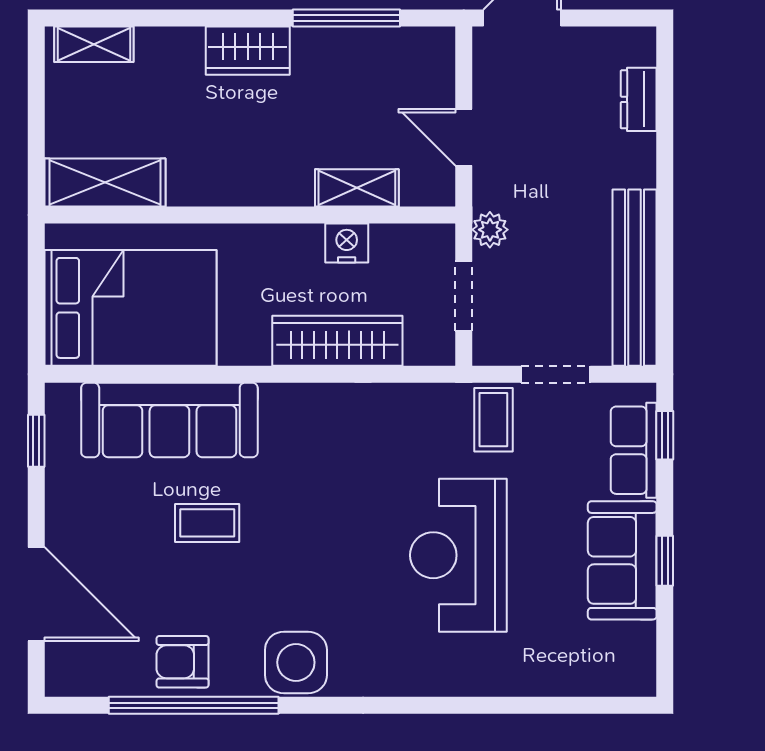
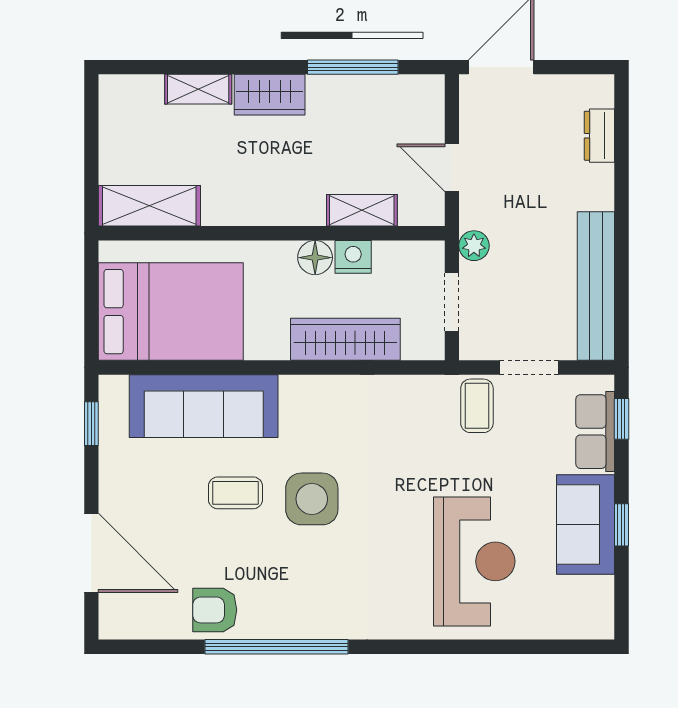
shelving: (94, 44) -> (198, 89), moved
floor lamp: (301, 244) -> (315, 258), added
reception desk: (458, 555) -> (474, 561), moved, turned 180
side table: (296, 662) -> (312, 499), moved
window: (194, 705) -> (276, 647), moved

